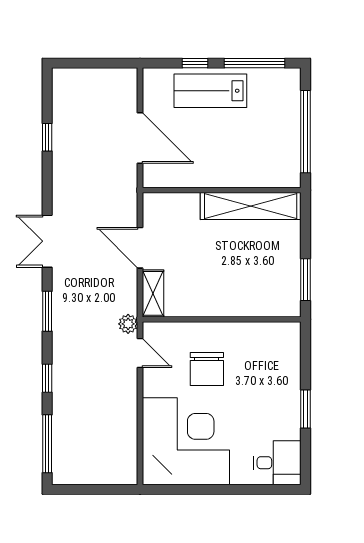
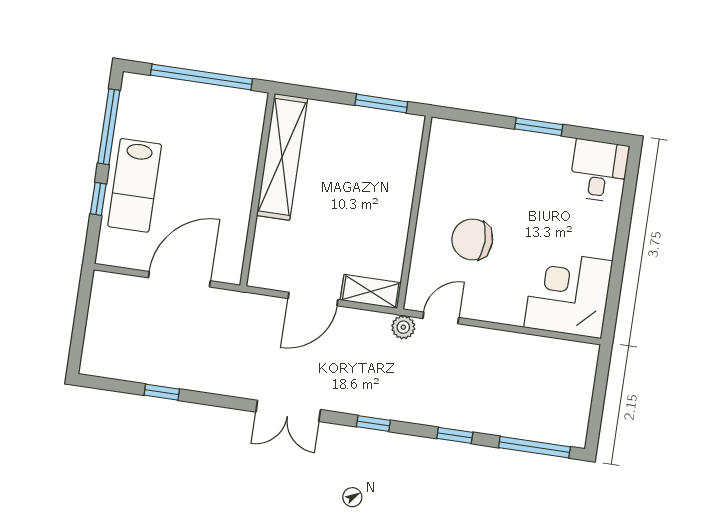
window: (47, 311) -> (373, 423), width x0.67
chair: (207, 369) -> (472, 239), turned 180
corner desk: (186, 441) -> (568, 294), width x0.74, depth x0.74

